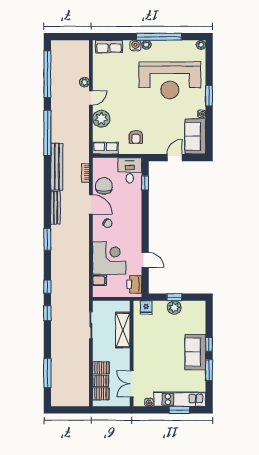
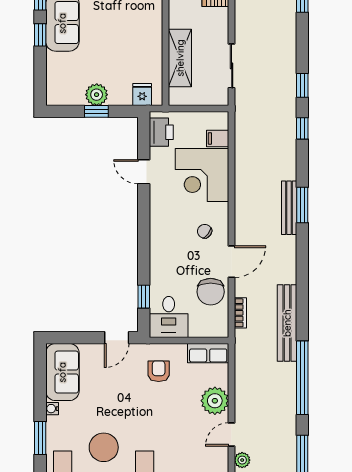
door: (175, 158) -> (117, 338), moved
door: (91, 204) -> (232, 262), swing flipped
bench: (56, 208) -> (289, 208), moved

